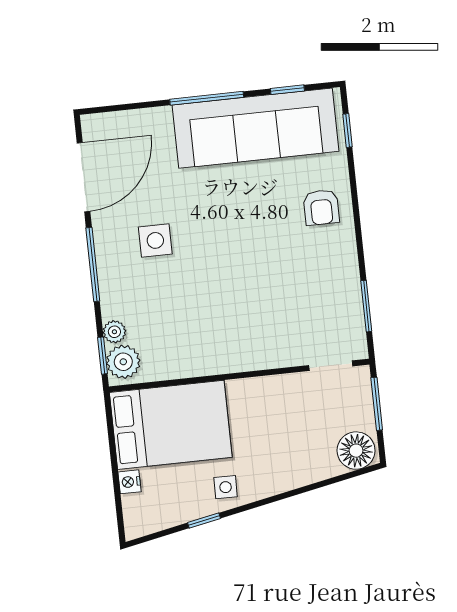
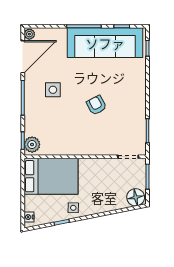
armchair: (321, 207) -> (96, 105), moved, turned 152
plant: (114, 332) -> (29, 34), moved
nightstand: (130, 482) -> (29, 217), moved

